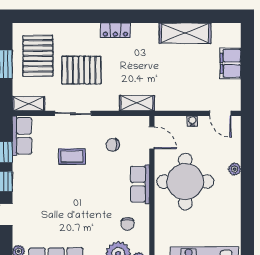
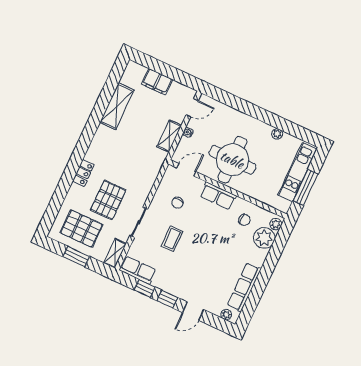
locker: (115, 30) -> (83, 173), moved
shelving: (137, 103) -> (169, 136), moved
plant: (235, 169) -> (277, 134), moved

